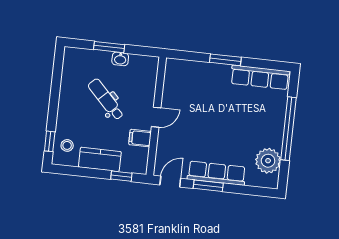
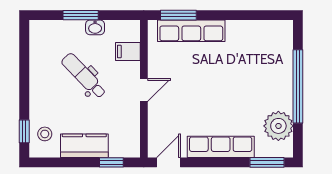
window: (225, 60) -> (178, 15), moved
row of seats: (260, 77) -> (191, 31), moved
filing cabinet: (140, 138) -> (128, 51), moved
window: (208, 186) -> (267, 162), moved

